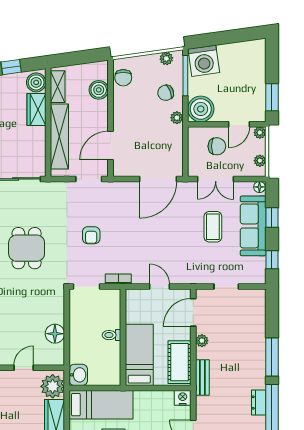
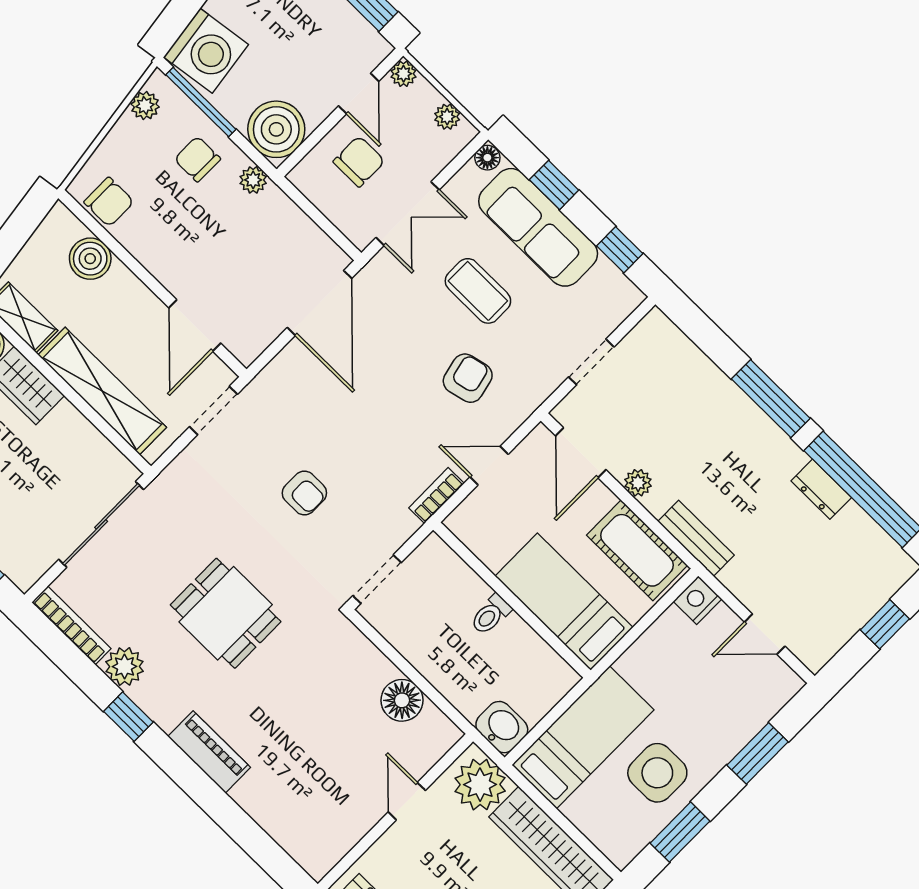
chair: (166, 93) -> (197, 159), turned 111
armchair: (181, 251) -> (468, 378), added
bookcase: (118, 279) -> (436, 496), moved

